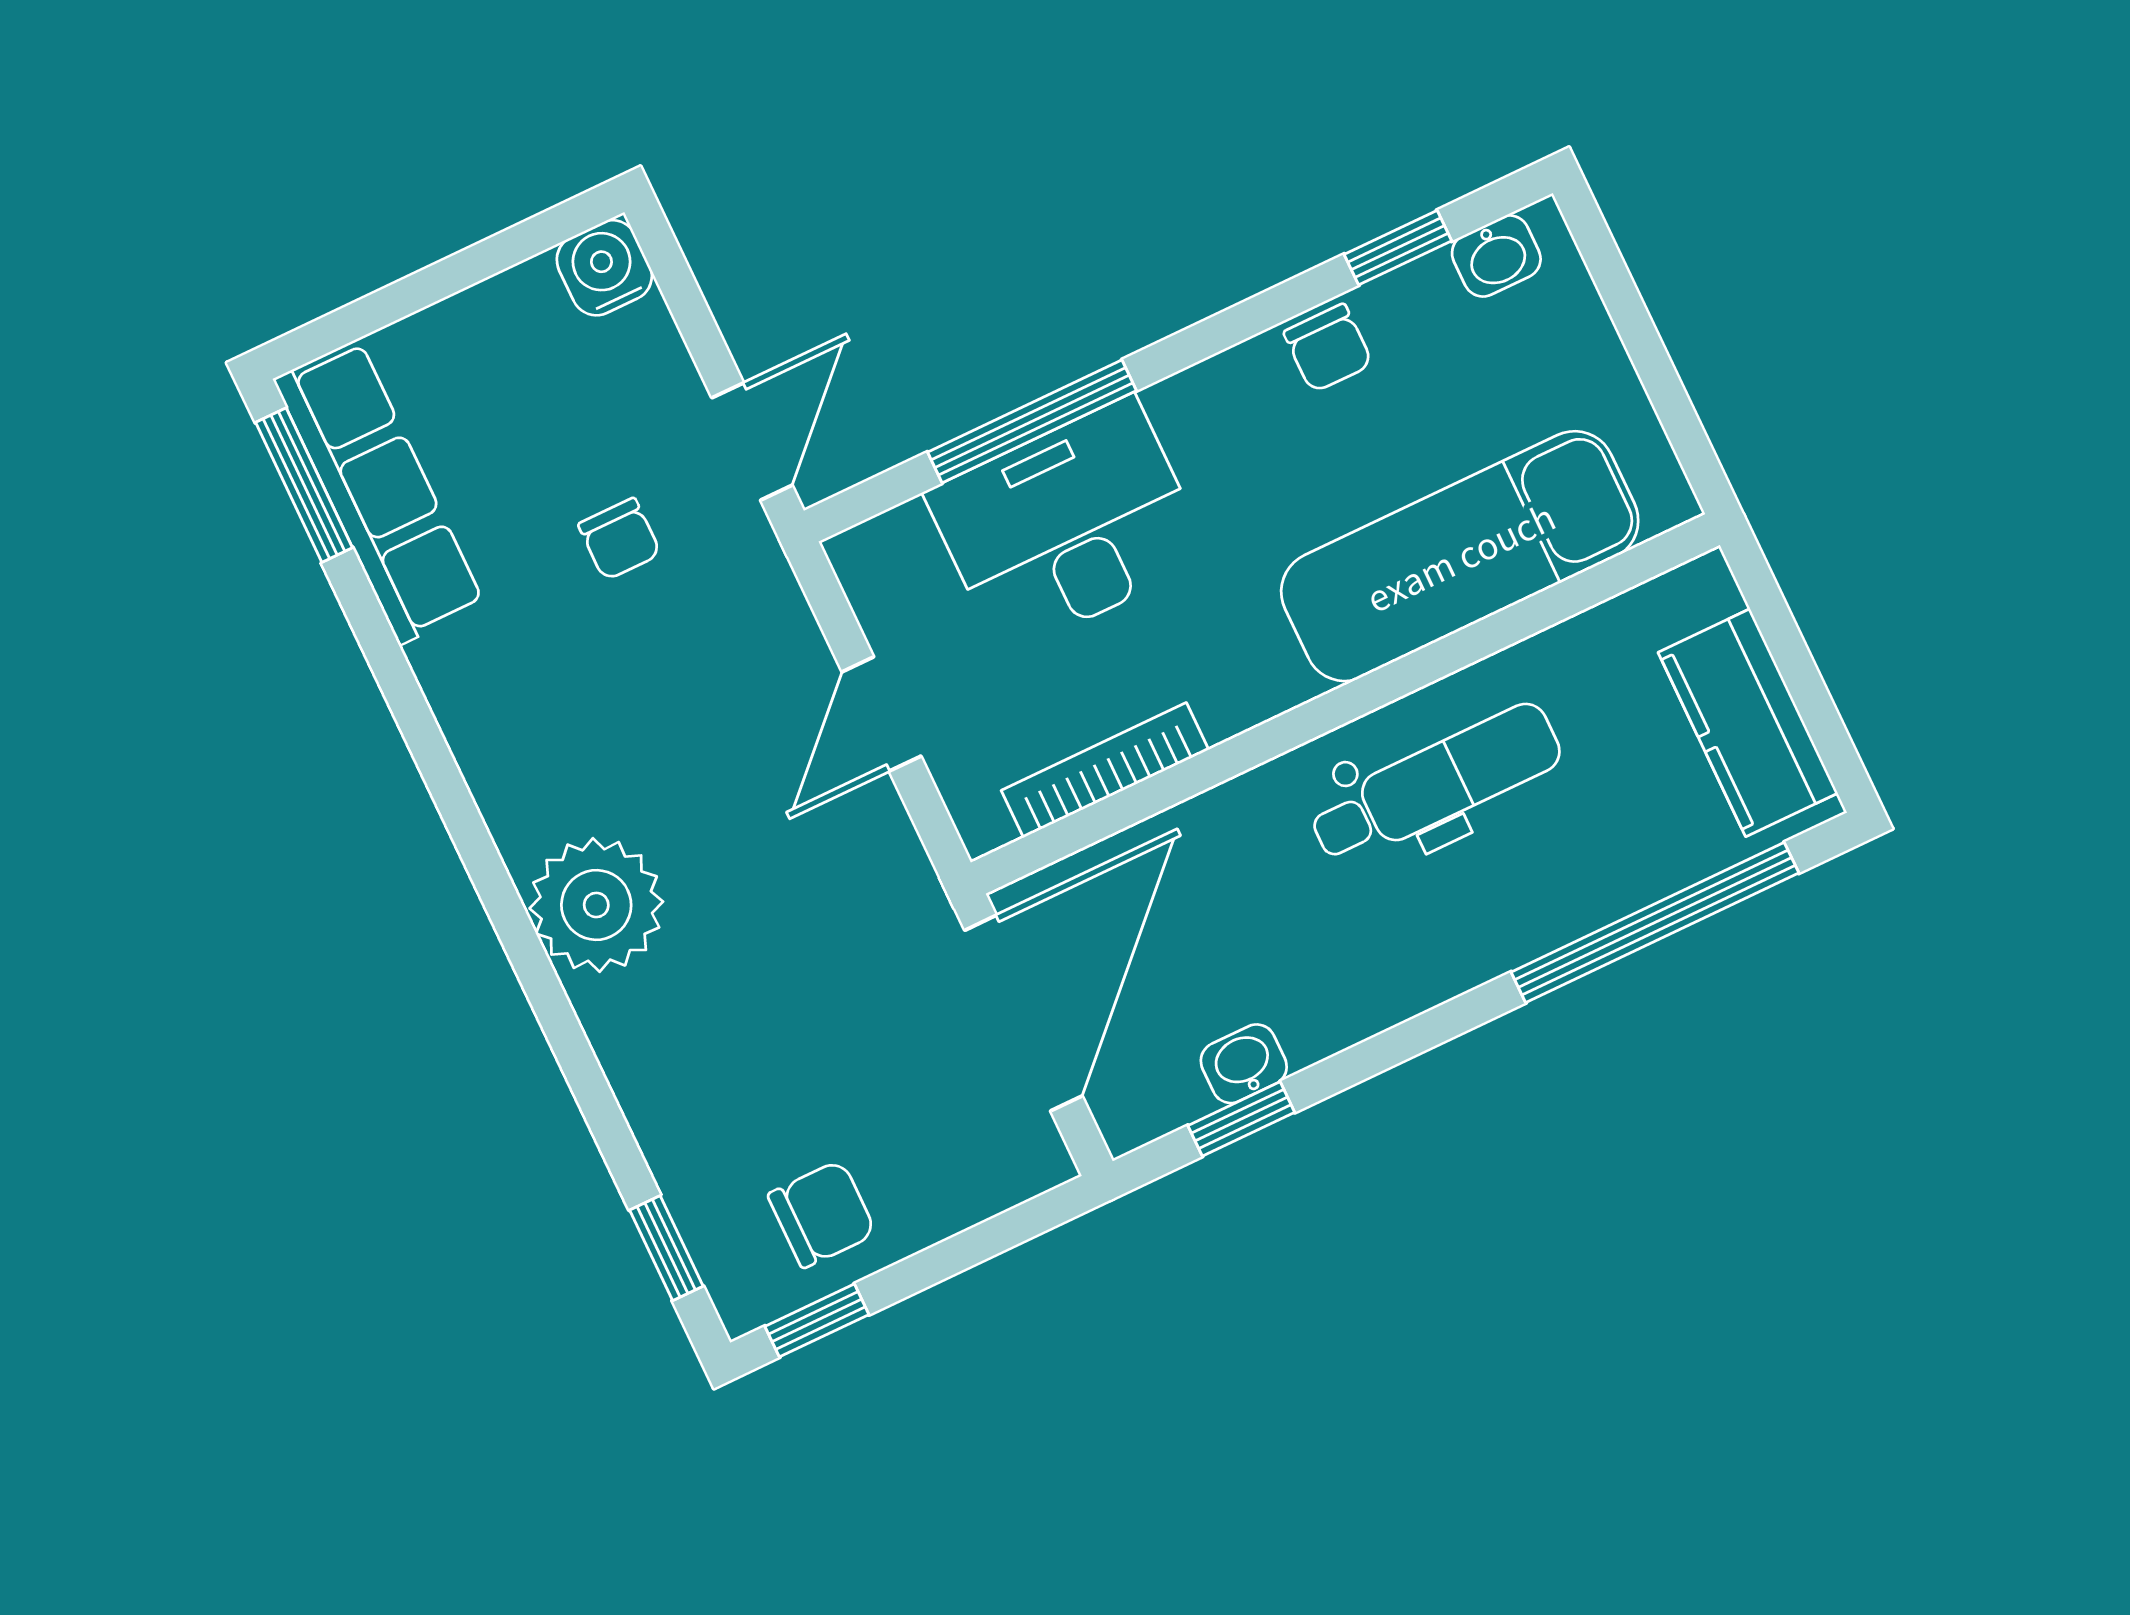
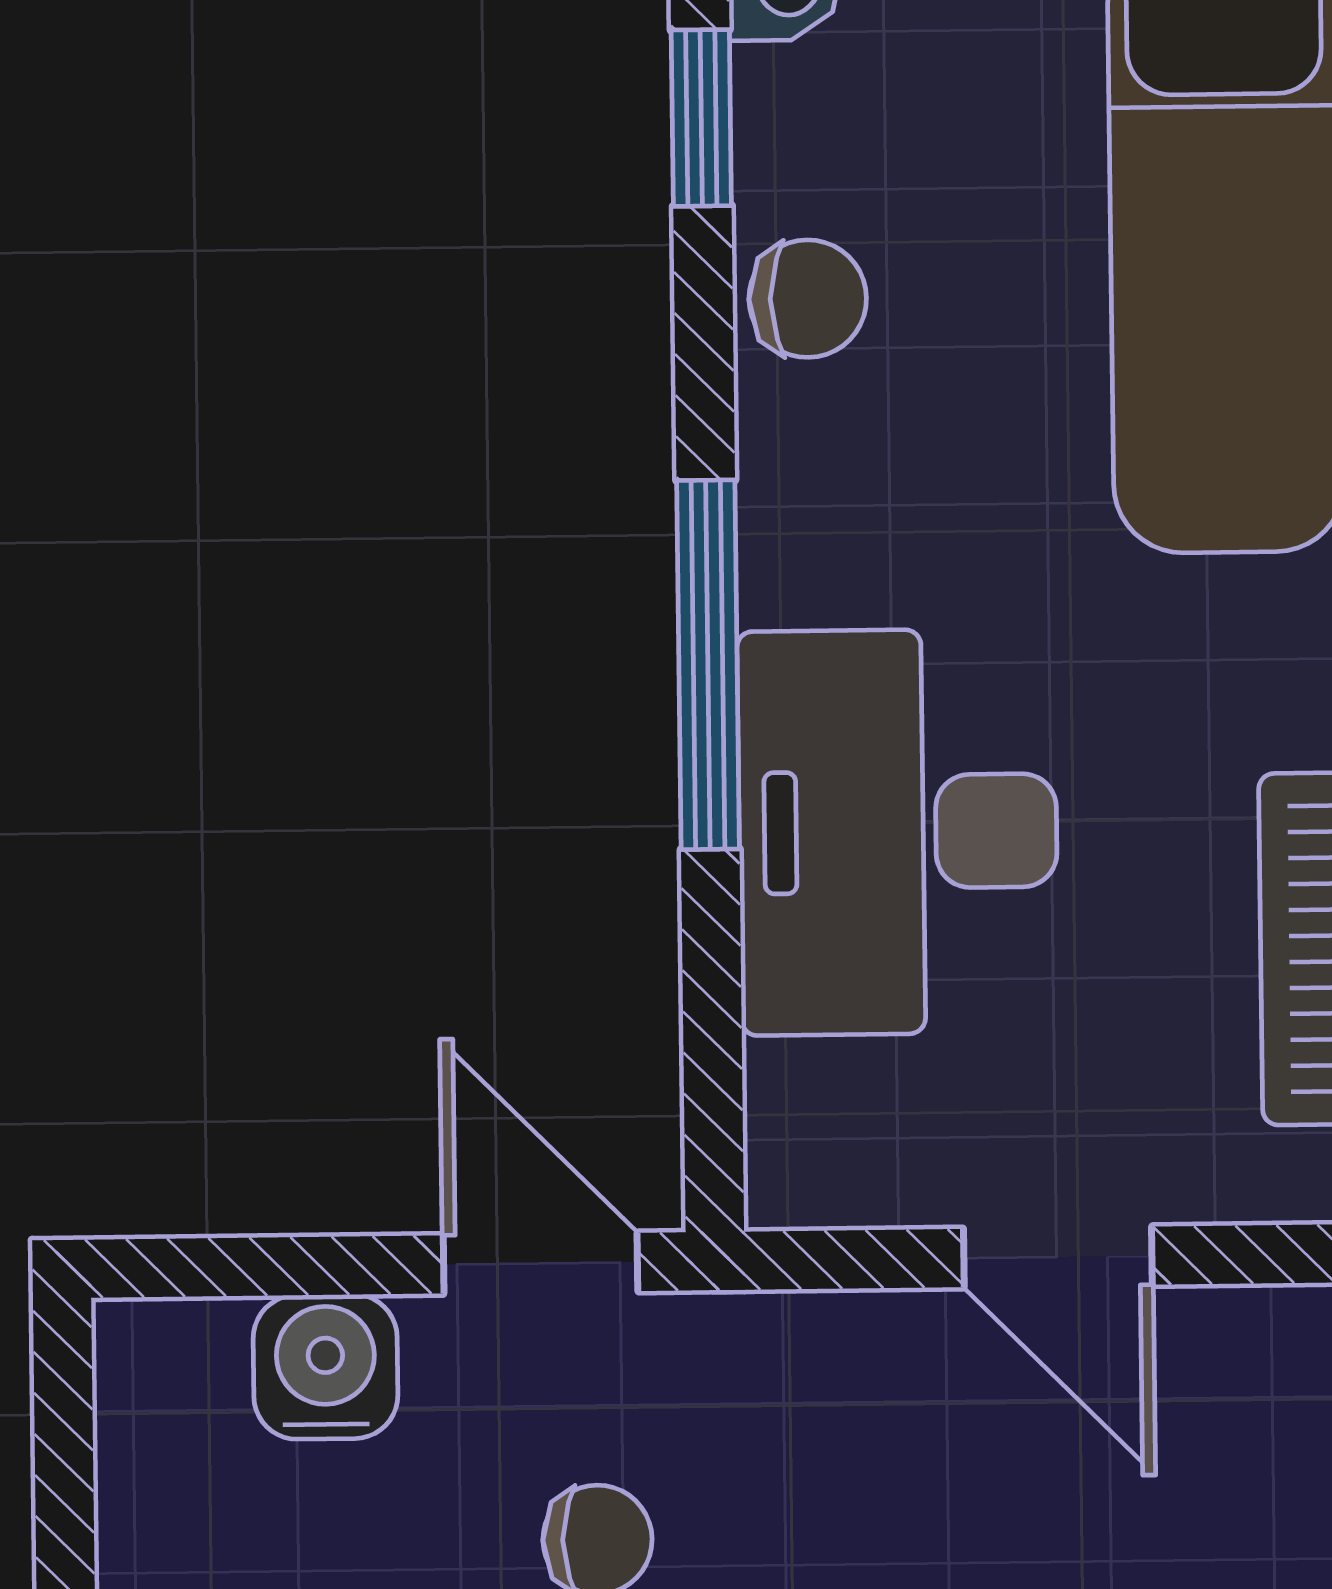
water cooler: (604, 268) -> (325, 1367), moved, turned 90
window: (1032, 421) -> (708, 665), moved

